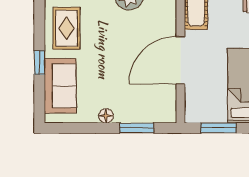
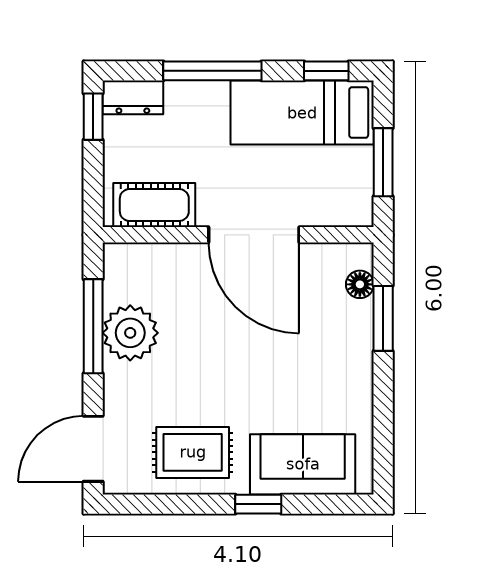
floor lamp: (106, 116) -> (360, 284), moved

